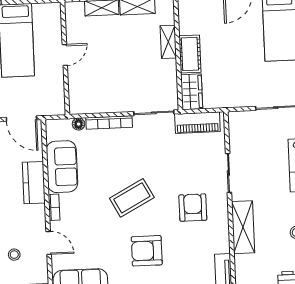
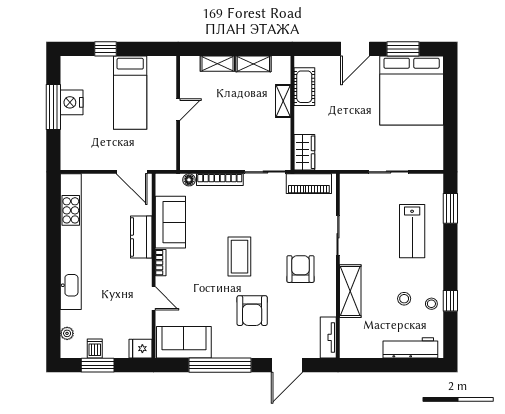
cot: (190, 54) -> (304, 87), moved
coffee table: (132, 198) -> (239, 257), turned -62
armchair: (147, 251) -> (252, 311), turned -90
stool: (14, 255) -> (118, 309), removed

